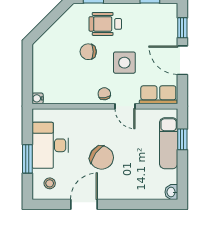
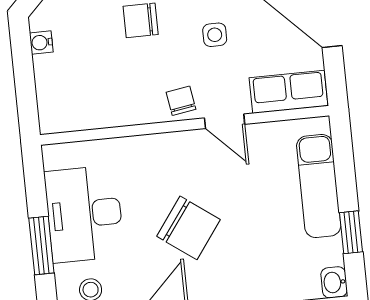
side table: (124, 63) -> (215, 35), width x0.54, depth x0.54
water cooler: (38, 98) -> (41, 42), moved
window: (182, 139) -> (351, 232), moved

